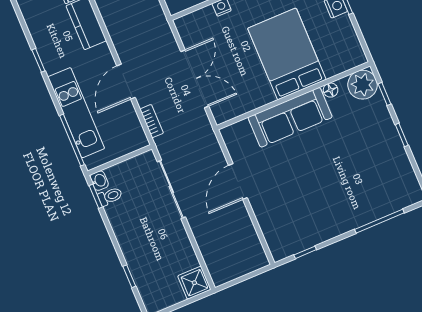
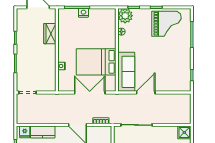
bed: (287, 54) -> (96, 62), moved
sofa: (290, 117) -> (126, 72), moved
grand piano: (380, 166) -> (166, 24), added
door: (238, 181) -> (146, 93), swing flipped

